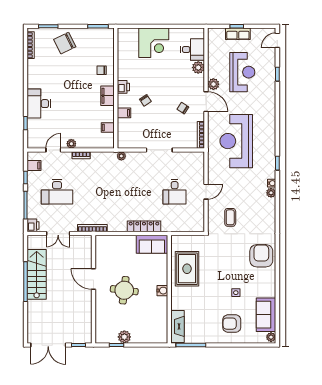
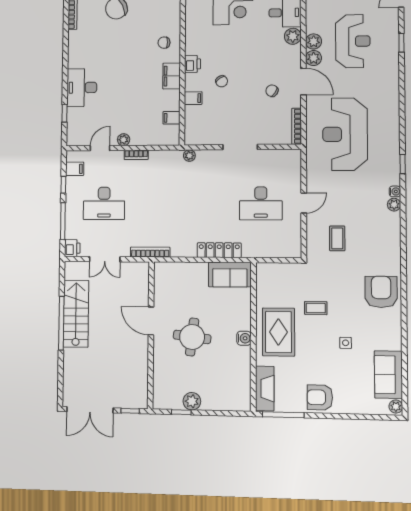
plant: (214, 72) -> (314, 41), added
desk: (175, 192) -> (261, 203), width x1.37
coffee table: (215, 268) -> (316, 308), added
rug: (187, 269) -> (278, 332), moved
armchair: (232, 324) -> (320, 397), moved

